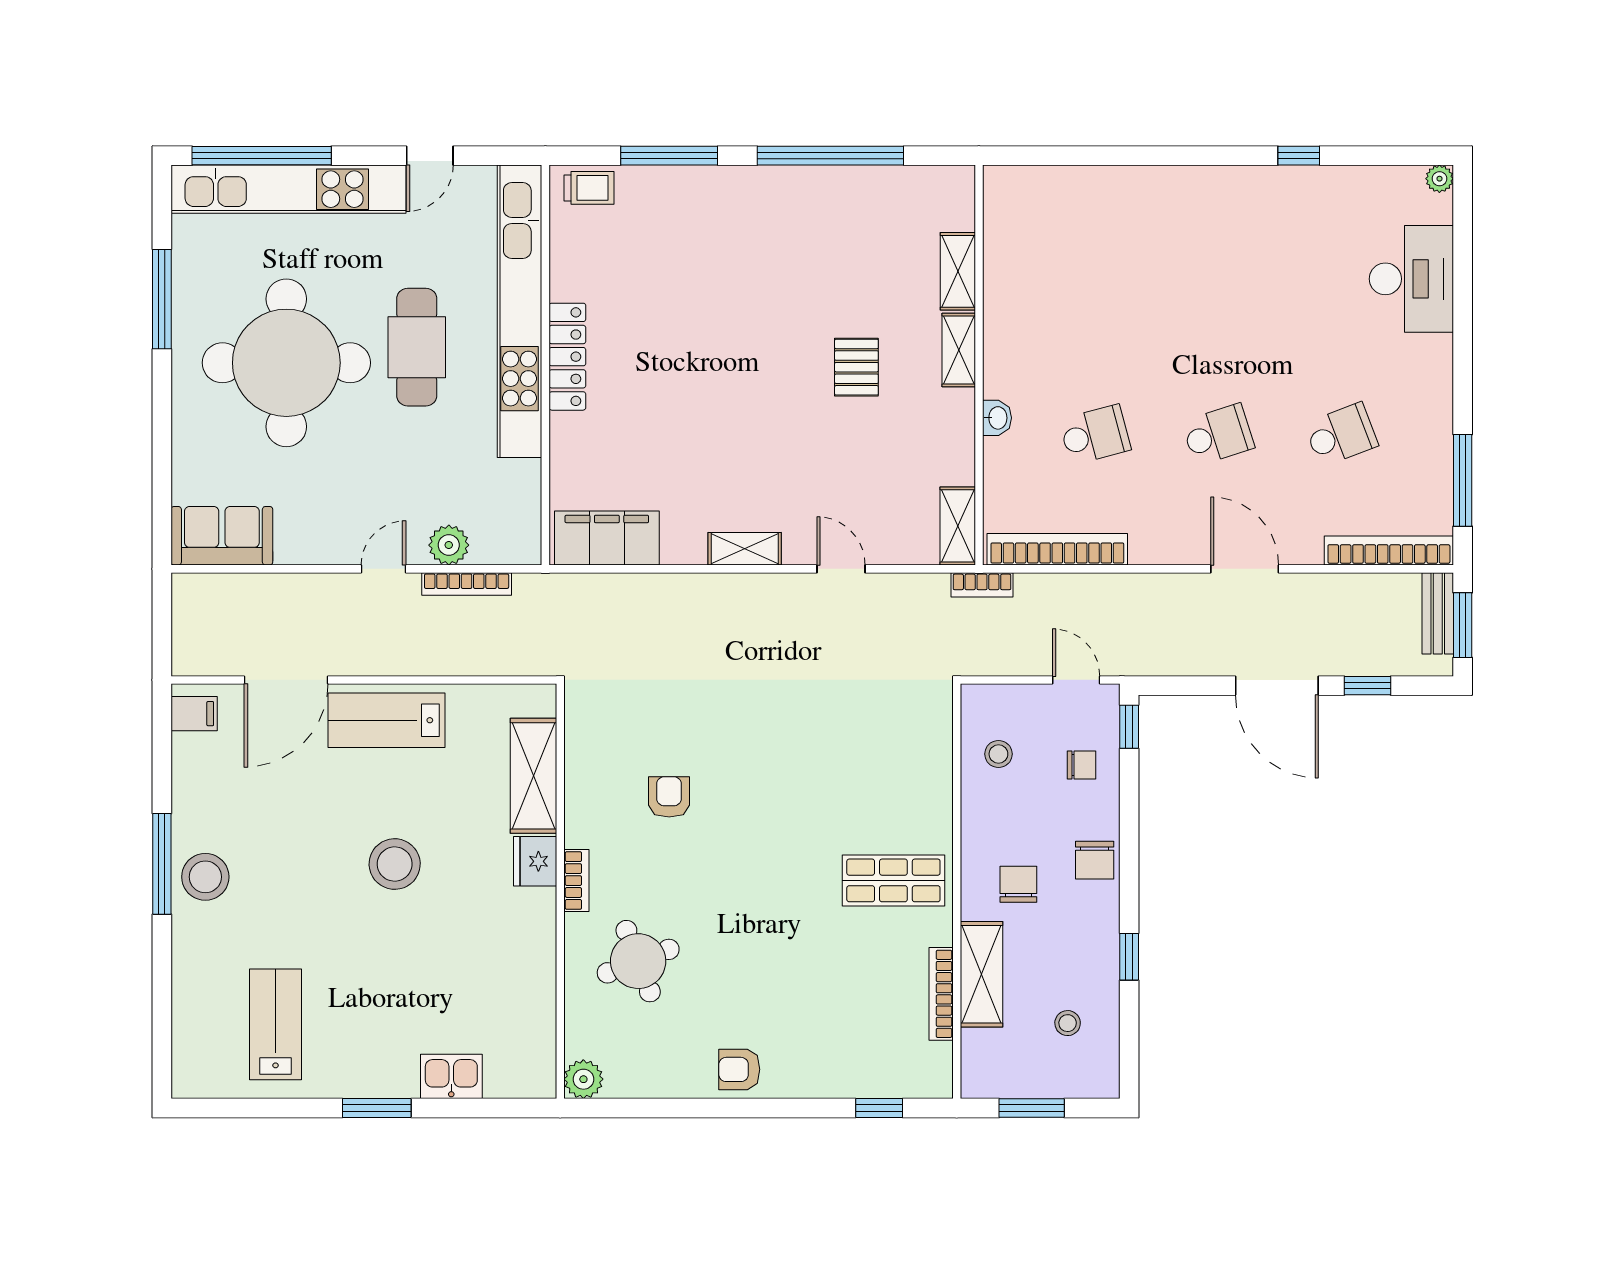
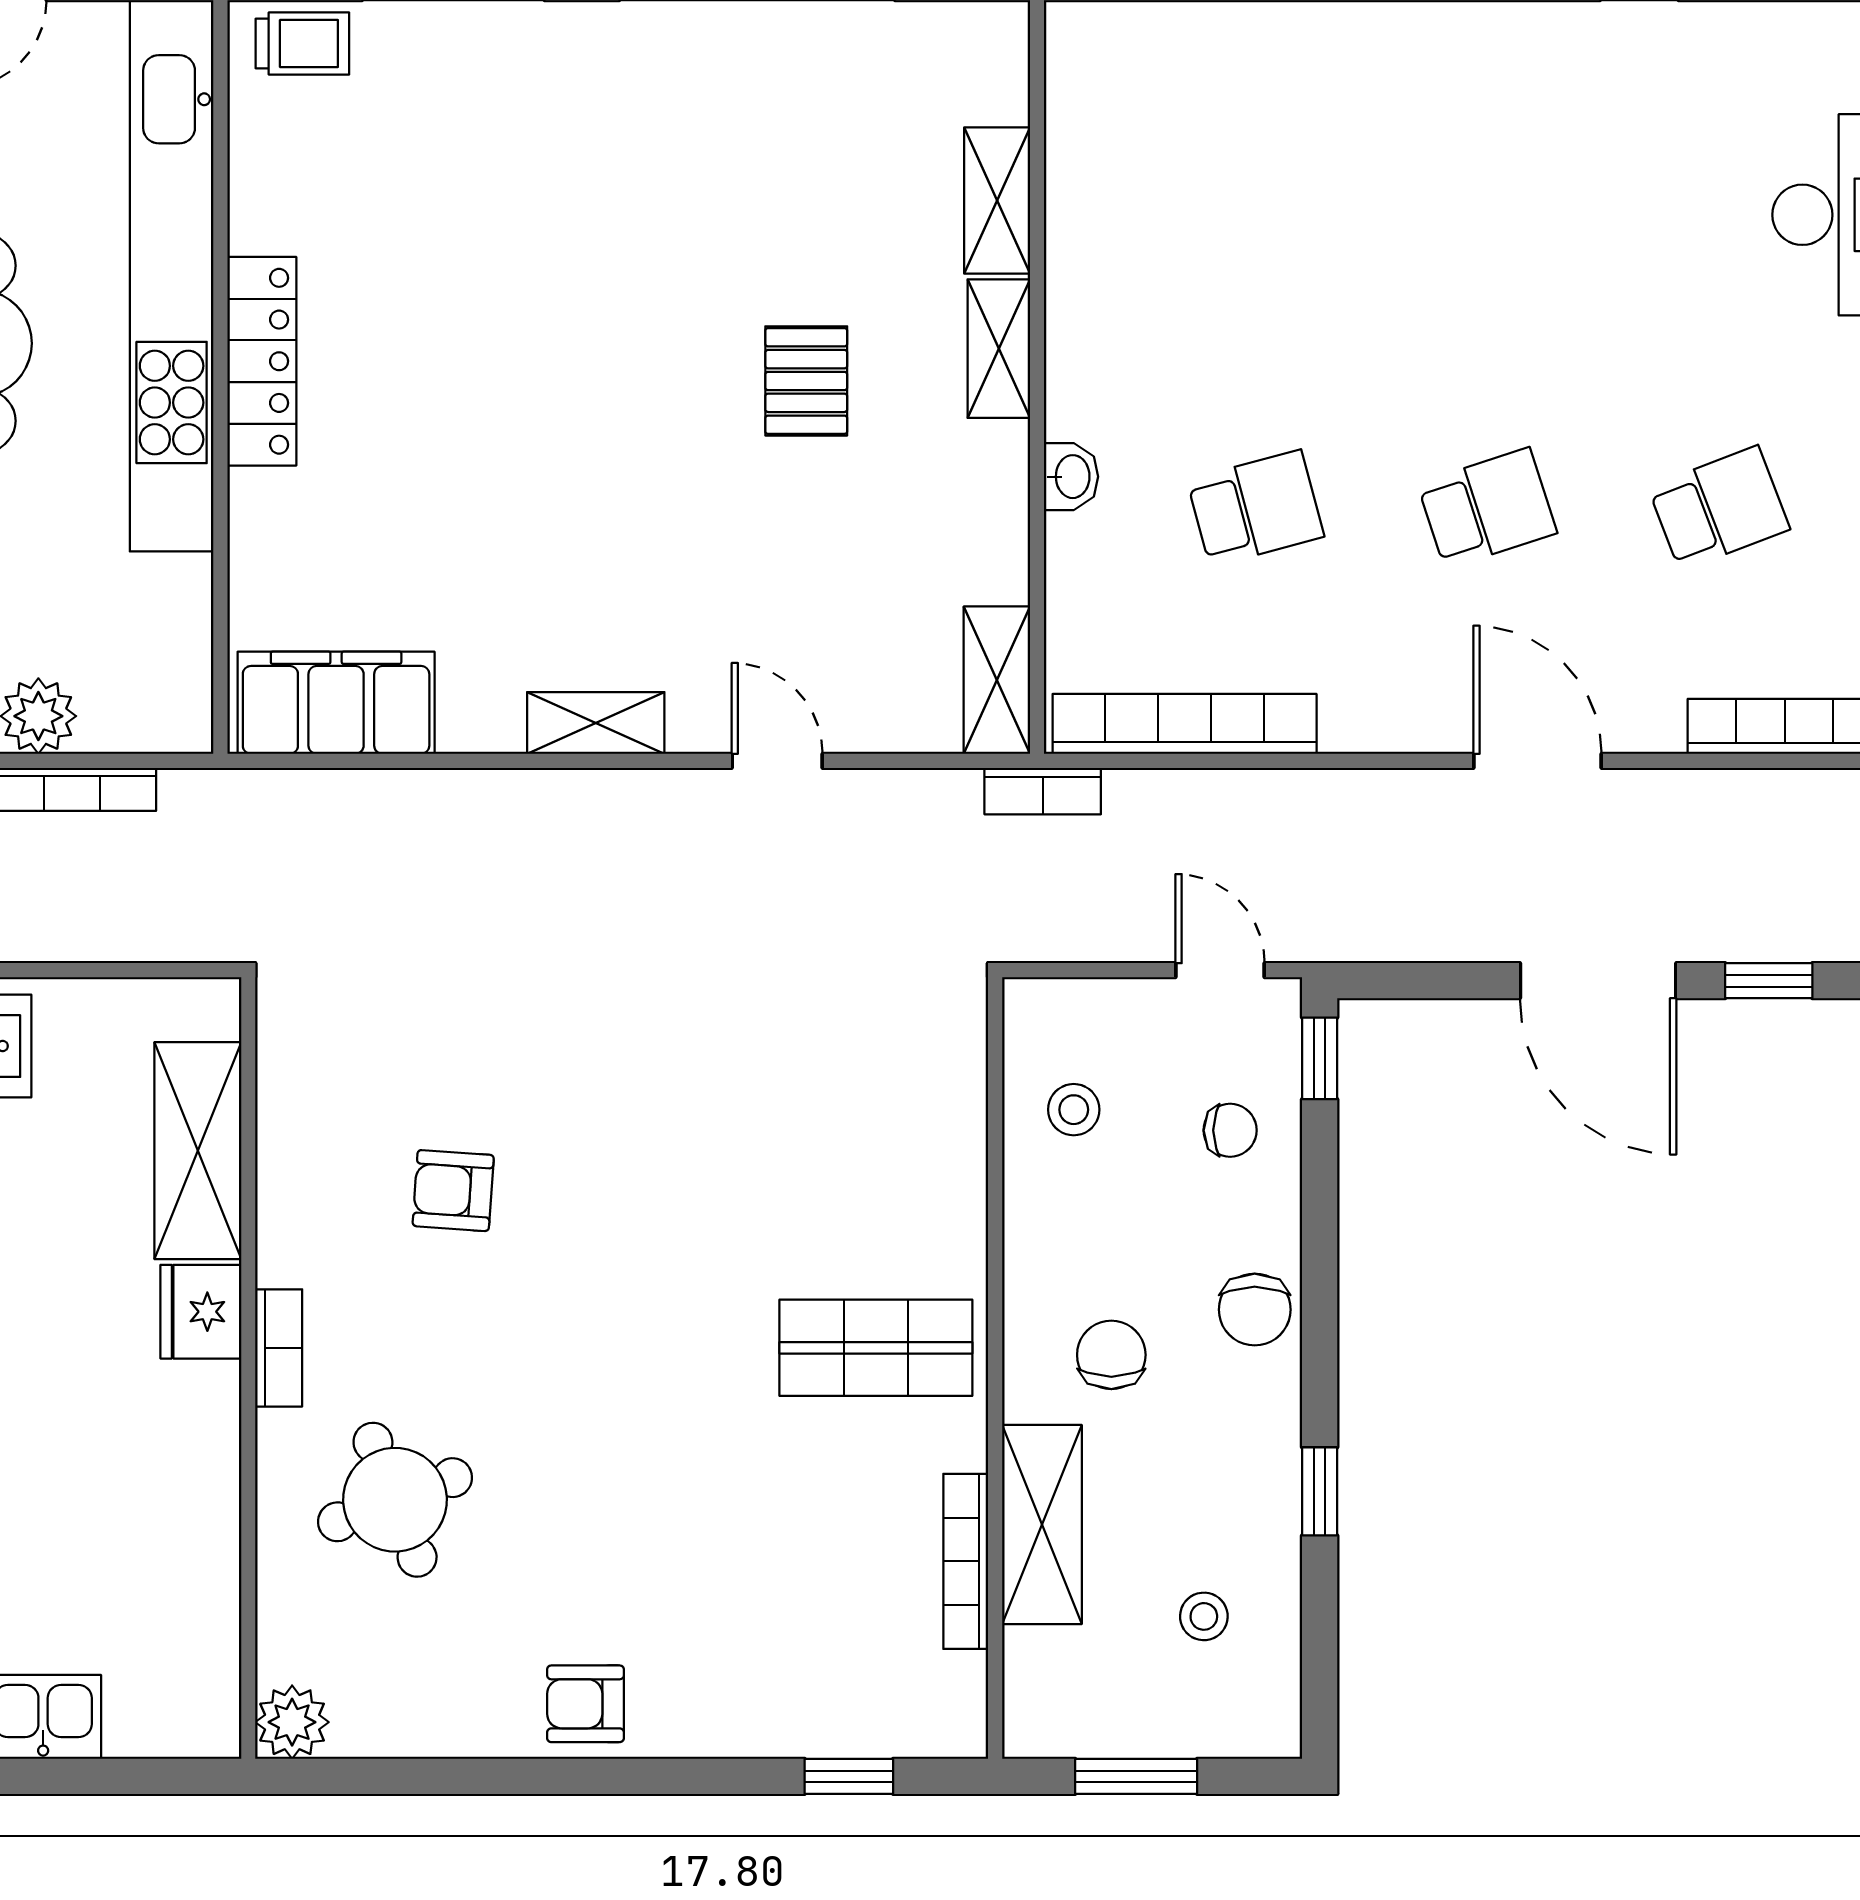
armchair: (669, 797) -> (453, 1191), turned -86

